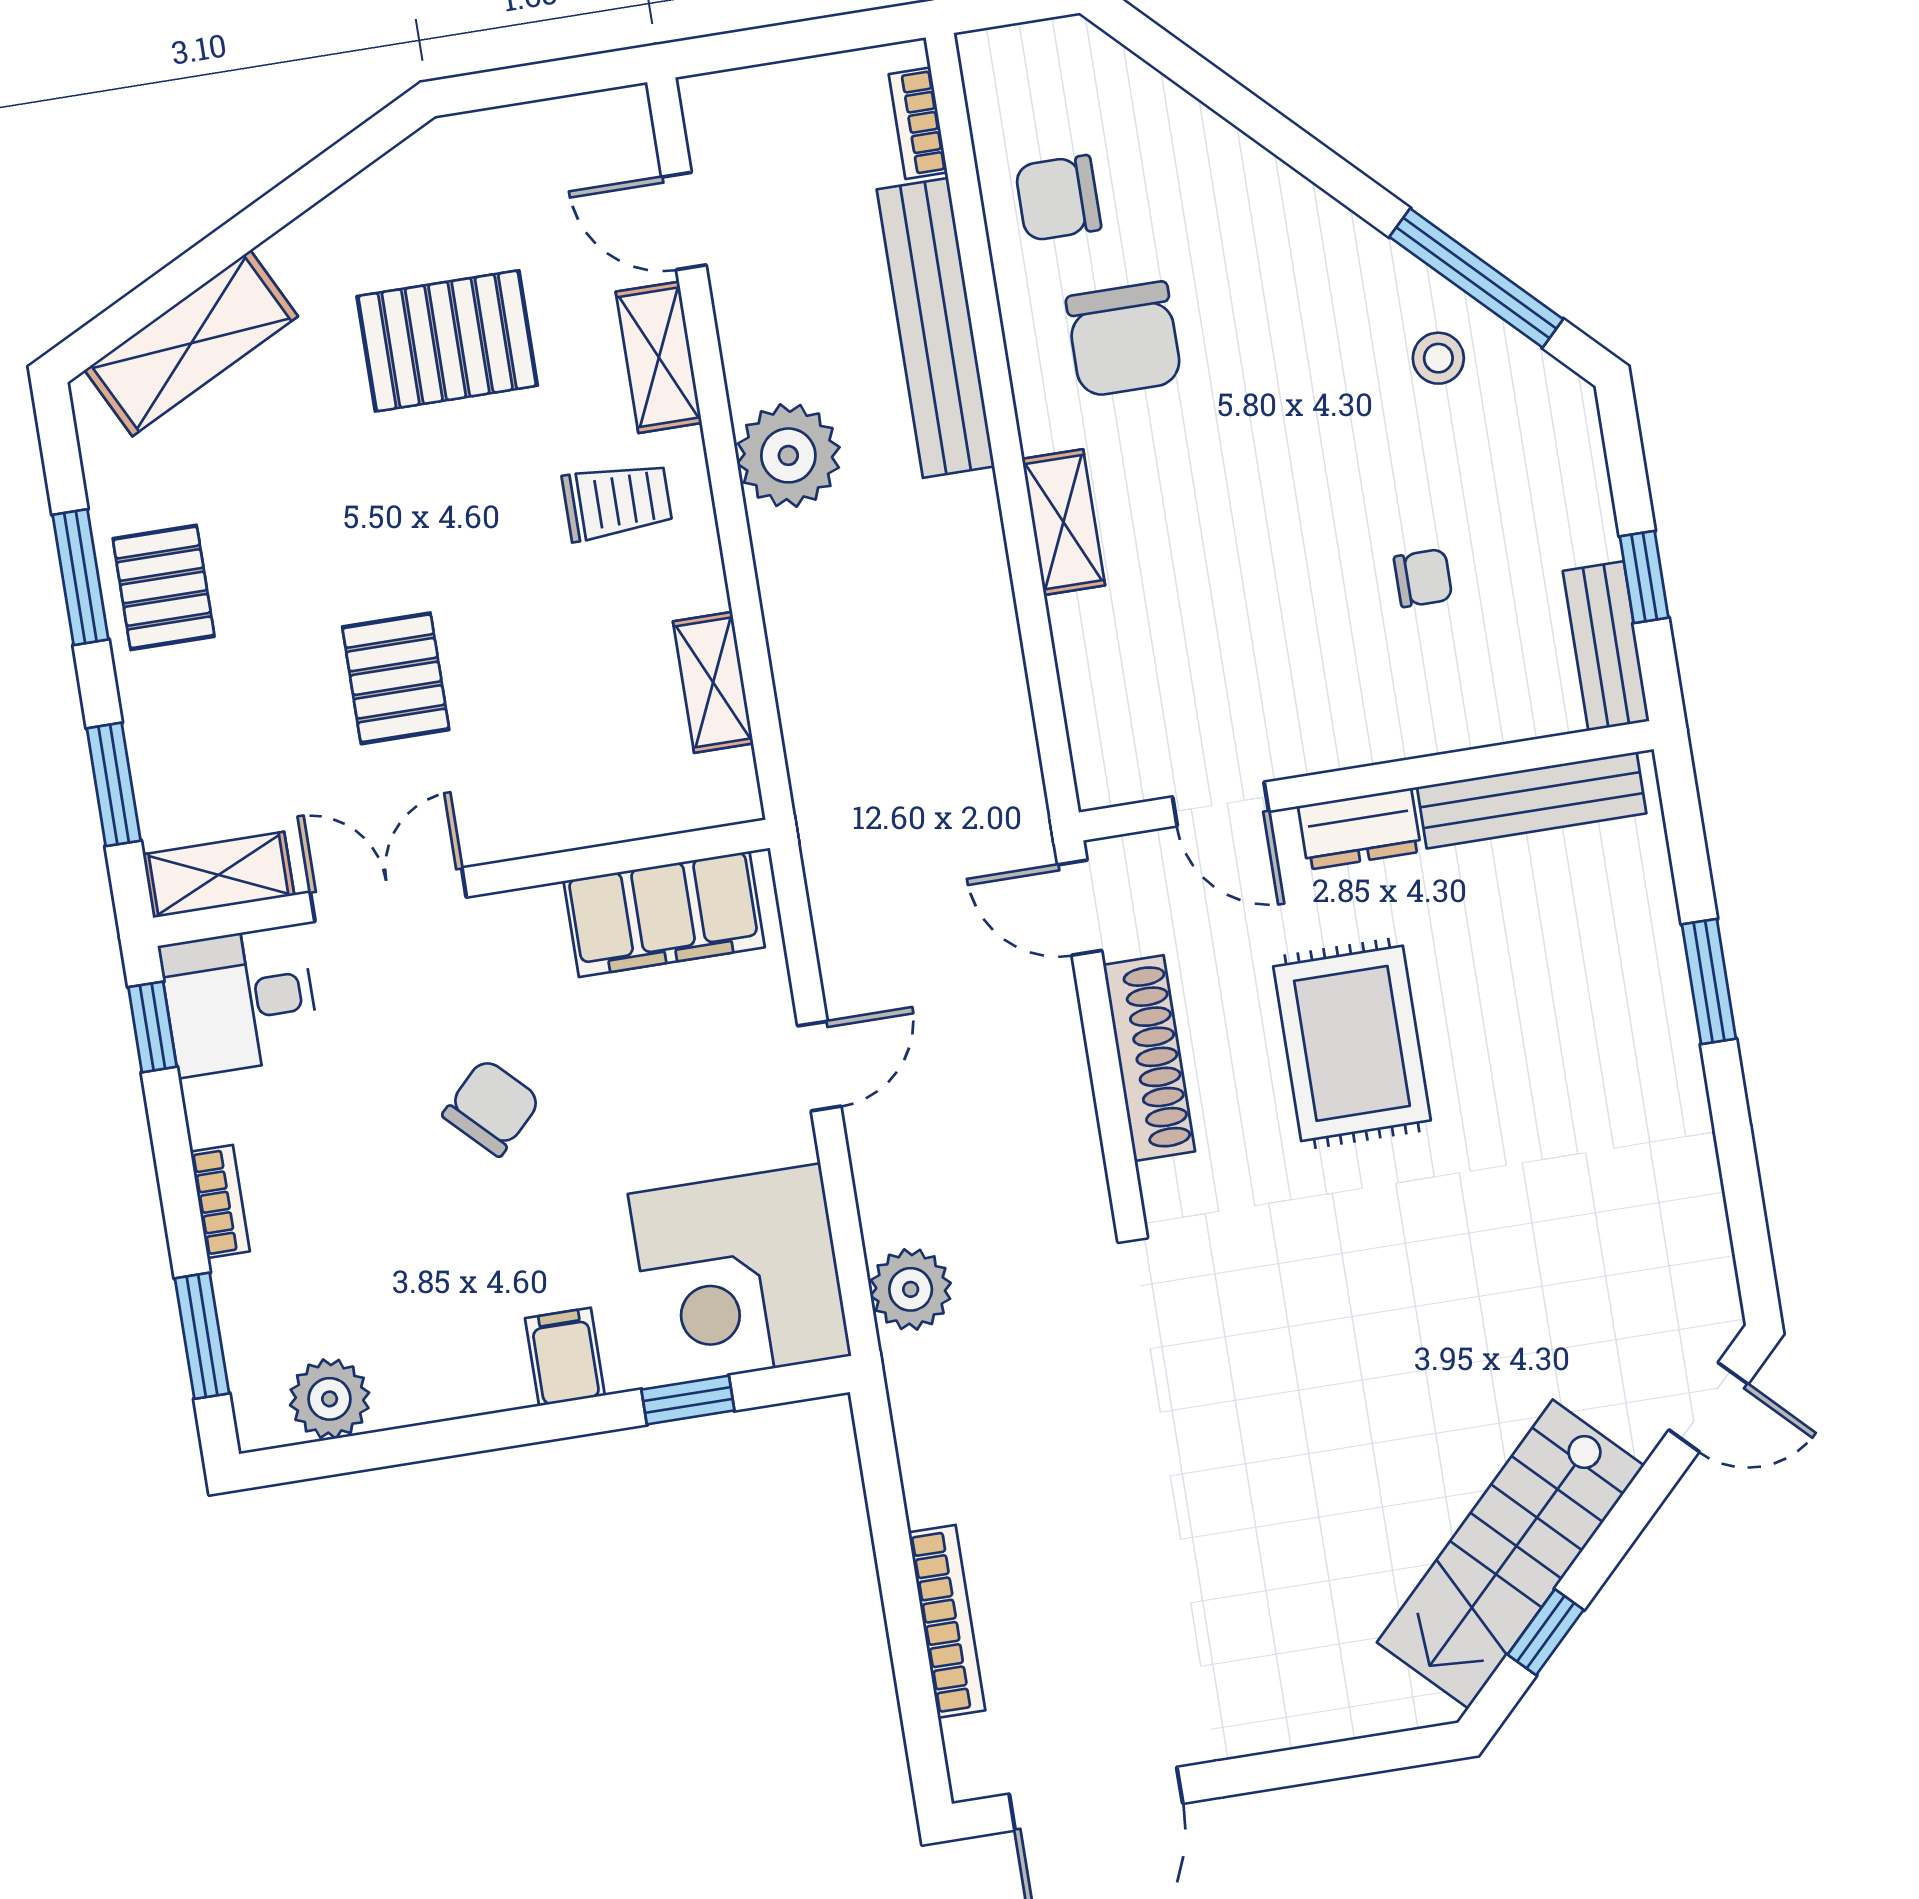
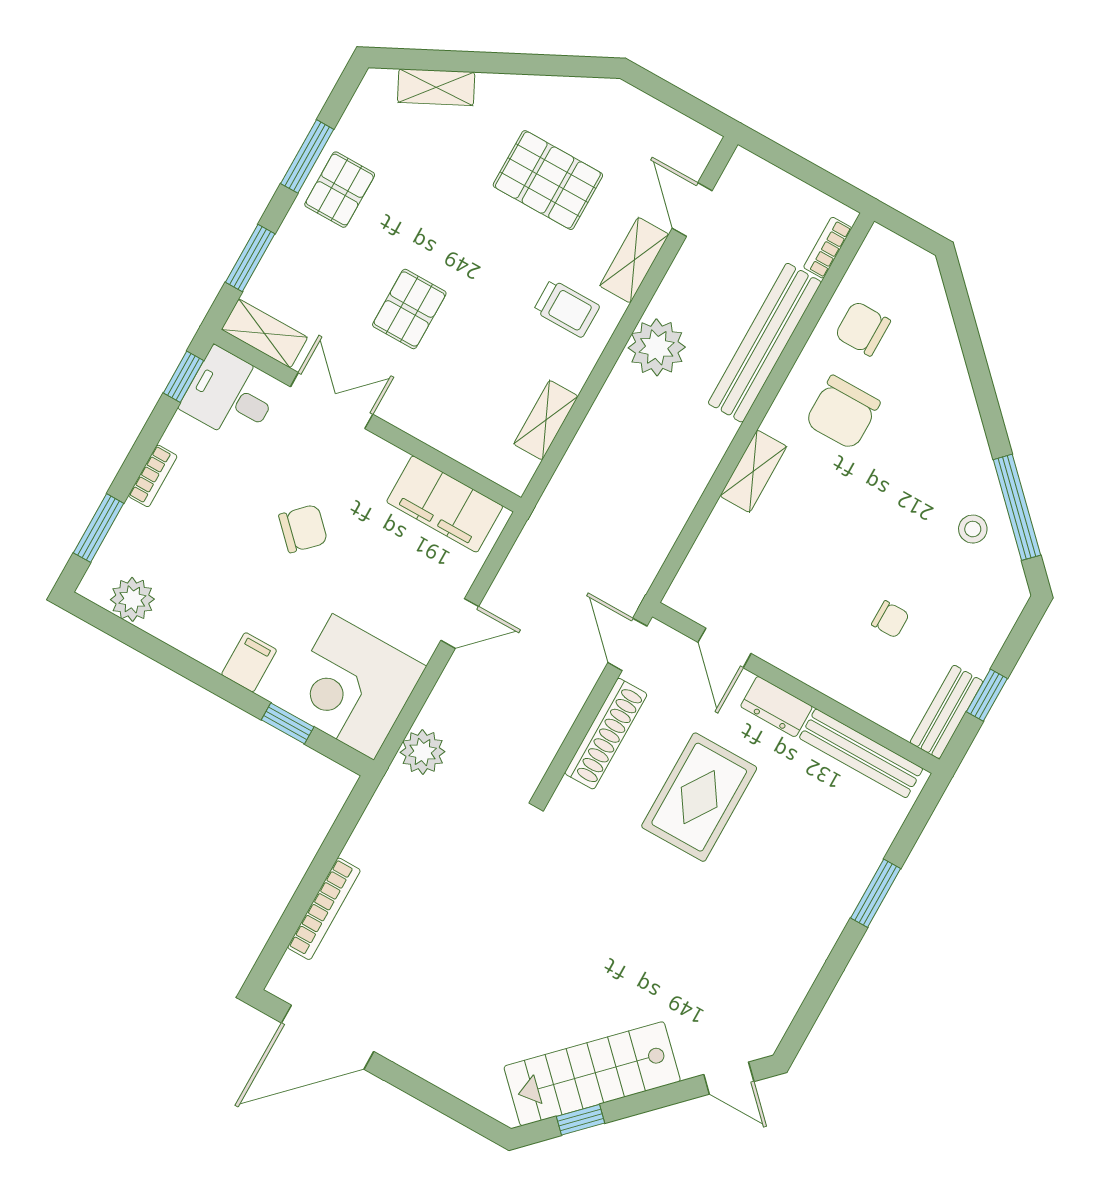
shelving: (191, 343) -> (436, 87), width x0.67, depth x0.75

